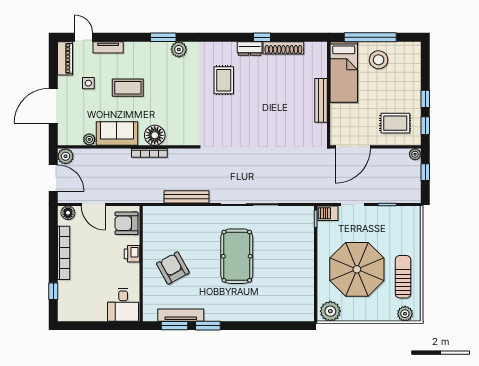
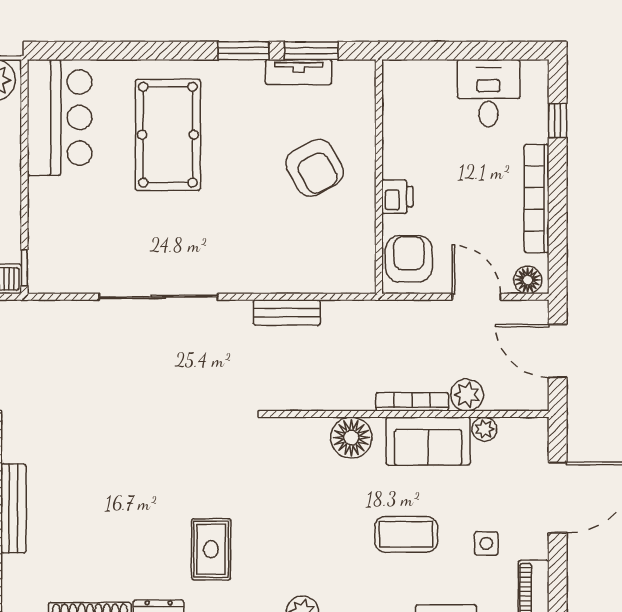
bookcase: (149, 153) -> (412, 402), moved
plant: (66, 156) -> (467, 395), moved
bench: (187, 197) -> (287, 312), width x0.73
armchair: (126, 223) -> (409, 259), turned -90
pool table: (237, 256) -> (168, 135), moved
bar counter: (298, 293) -> (60, 118), added
desk: (123, 305) -> (488, 93), moved
tv unit: (181, 315) -> (299, 72), width x0.71

